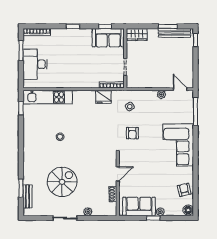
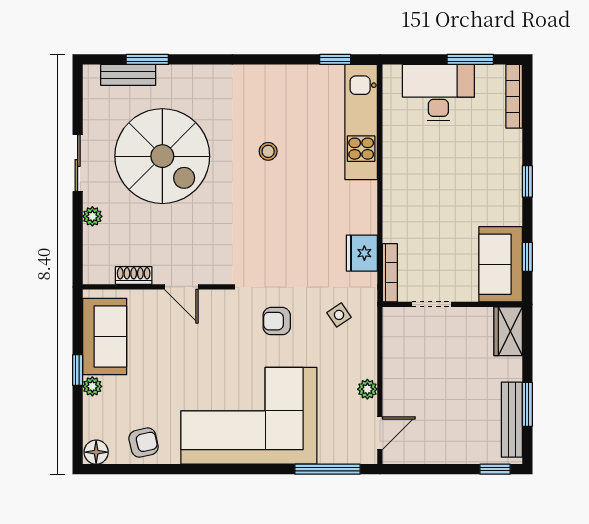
corner sofa: (178, 145) -> (249, 416), width x1.36, depth x1.36
spiral stairs: (62, 182) -> (162, 156), width x1.37, depth x1.37

